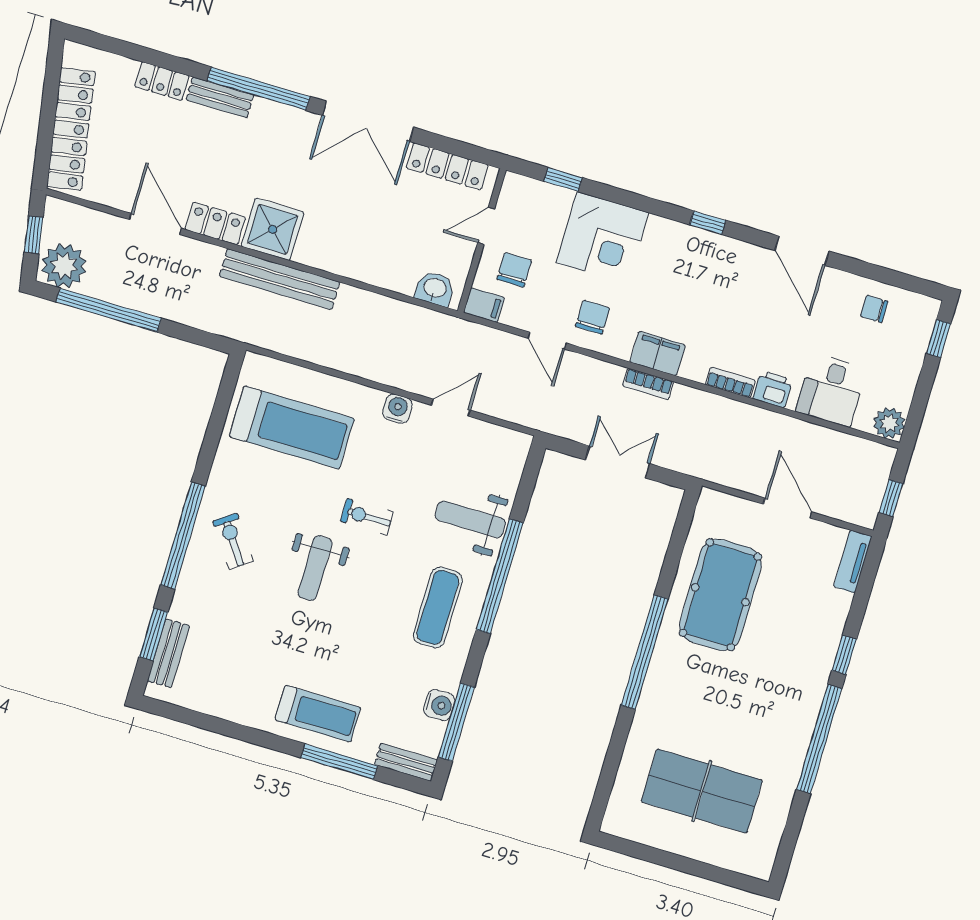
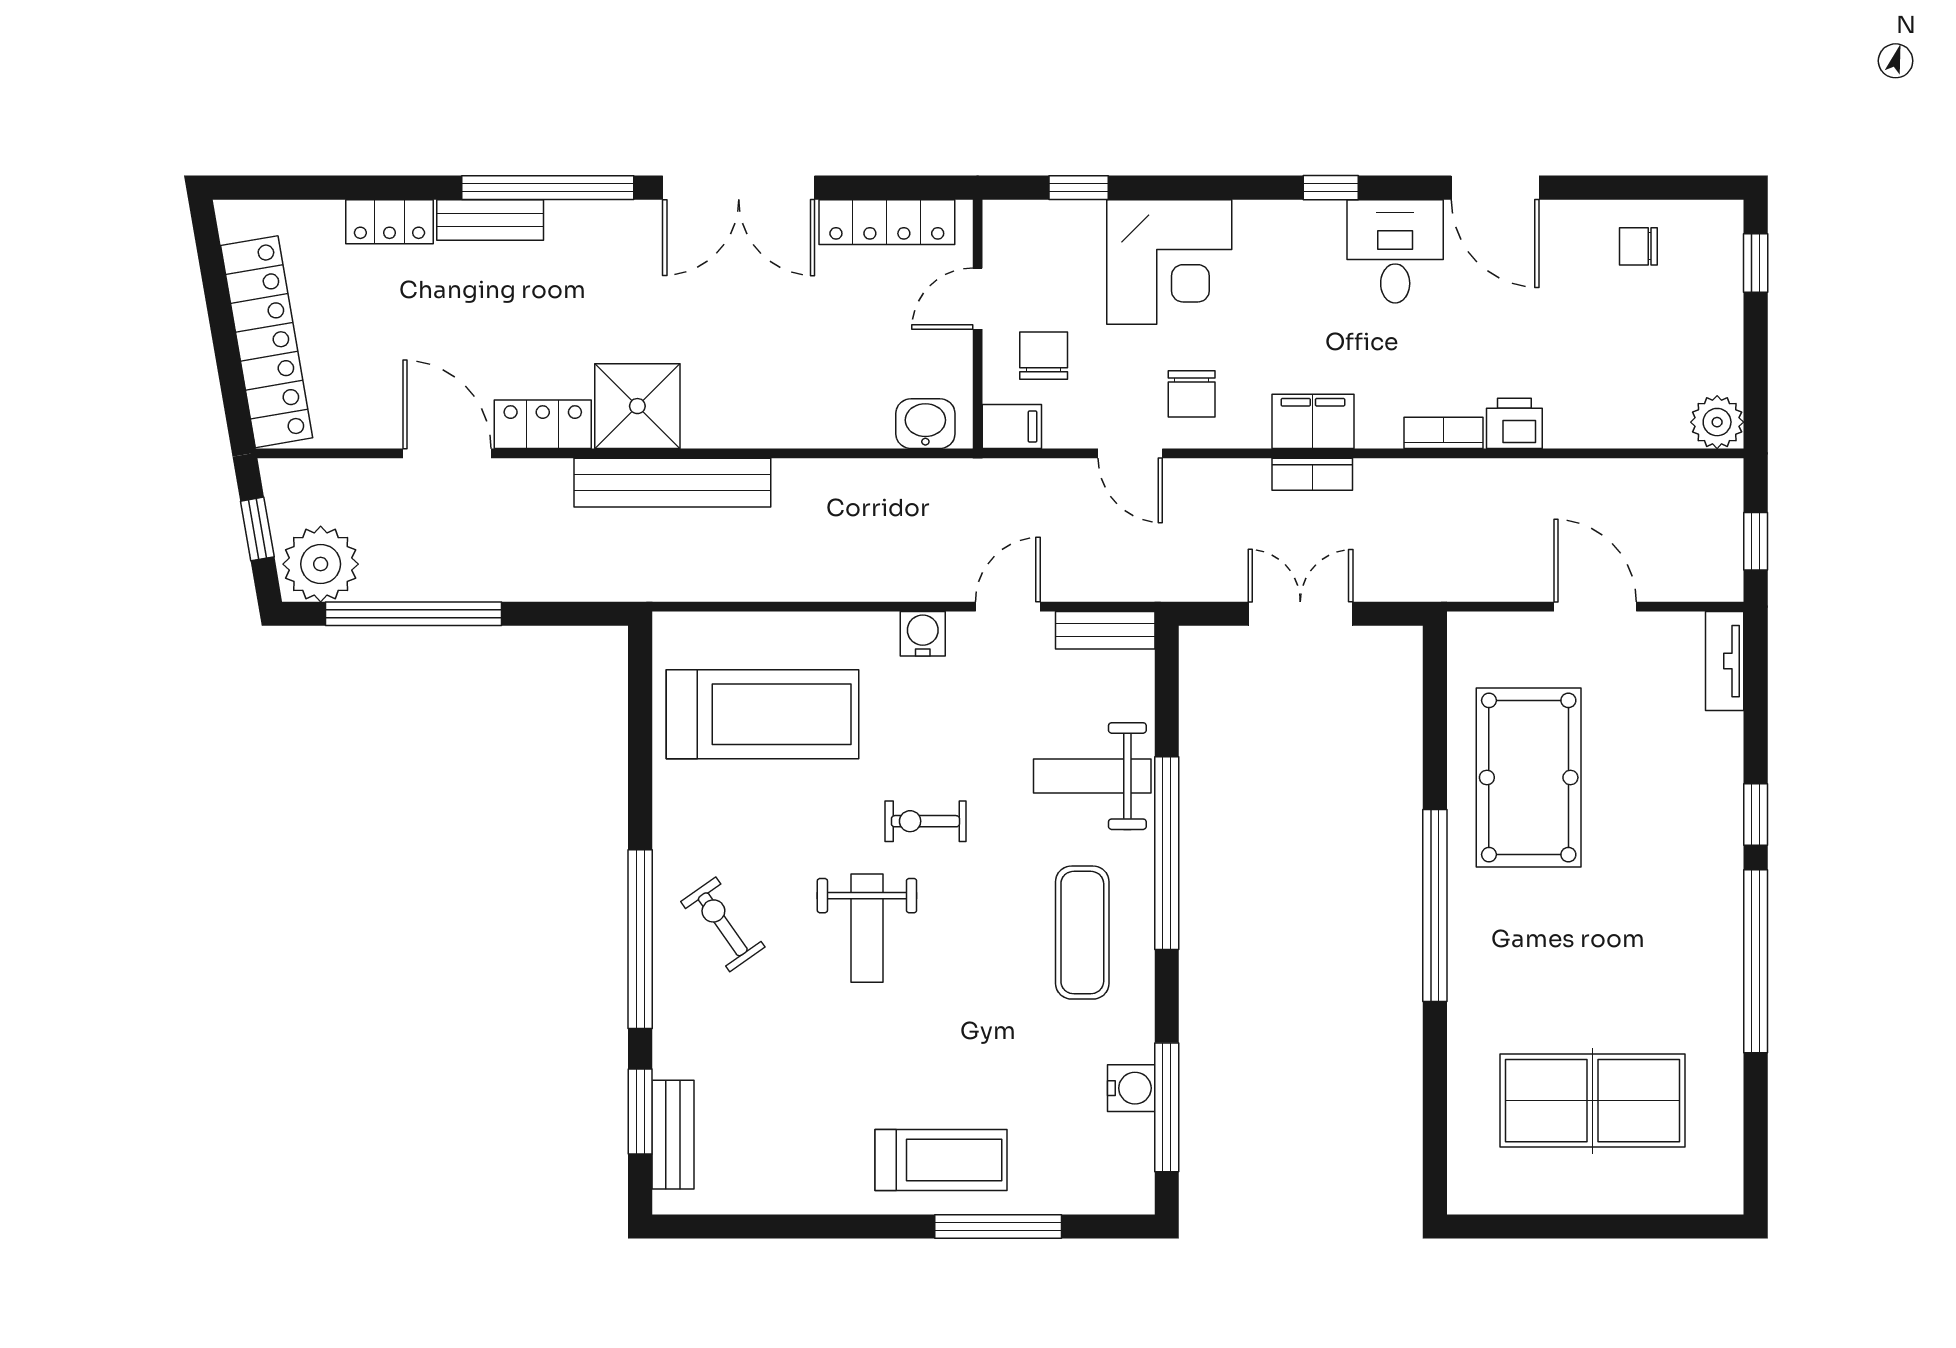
chair: (593, 317) -> (1192, 394), turned 180
desk: (831, 390) -> (1395, 251), moved, turned 180
bench: (406, 762) -> (1105, 630), moved

